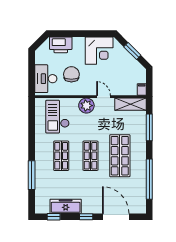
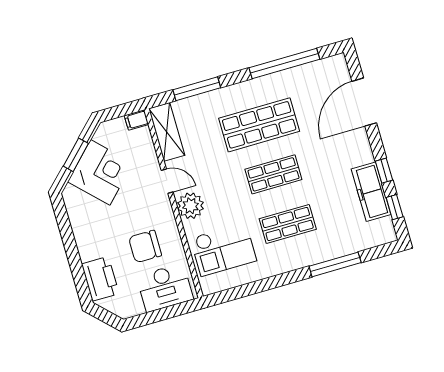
corner desk: (99, 51) -> (100, 172), moved, turned 45
door: (104, 97) -> (167, 181), swing flipped
window: (86, 217) -> (384, 171), moved

